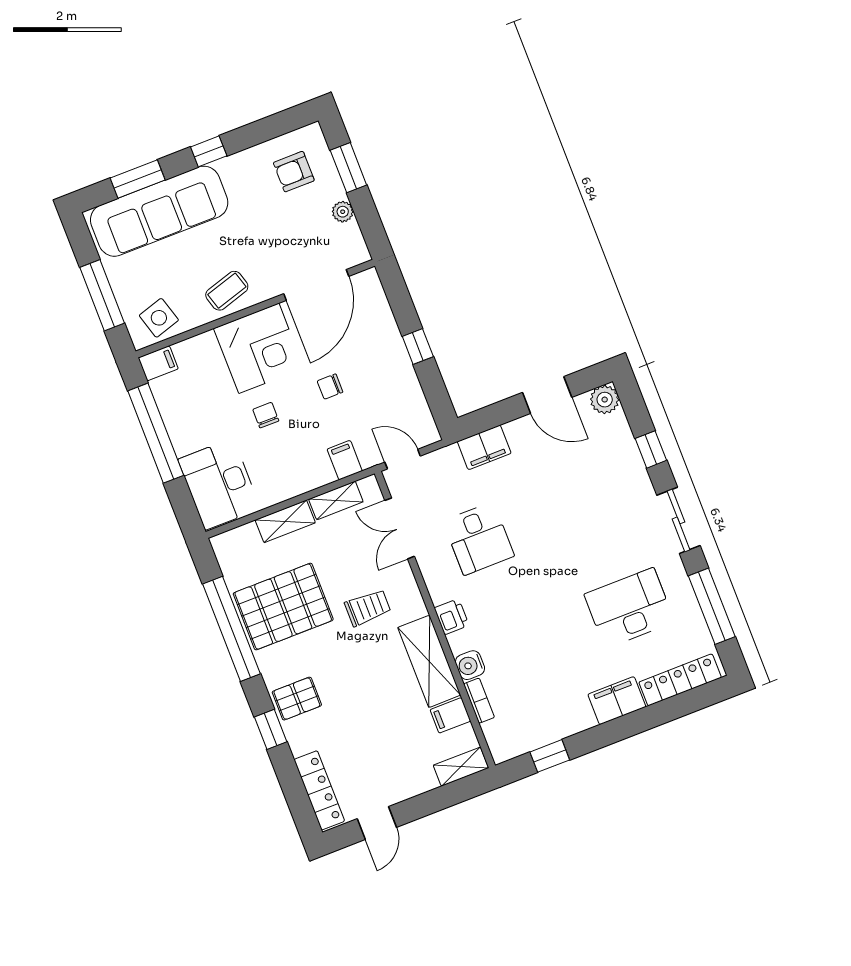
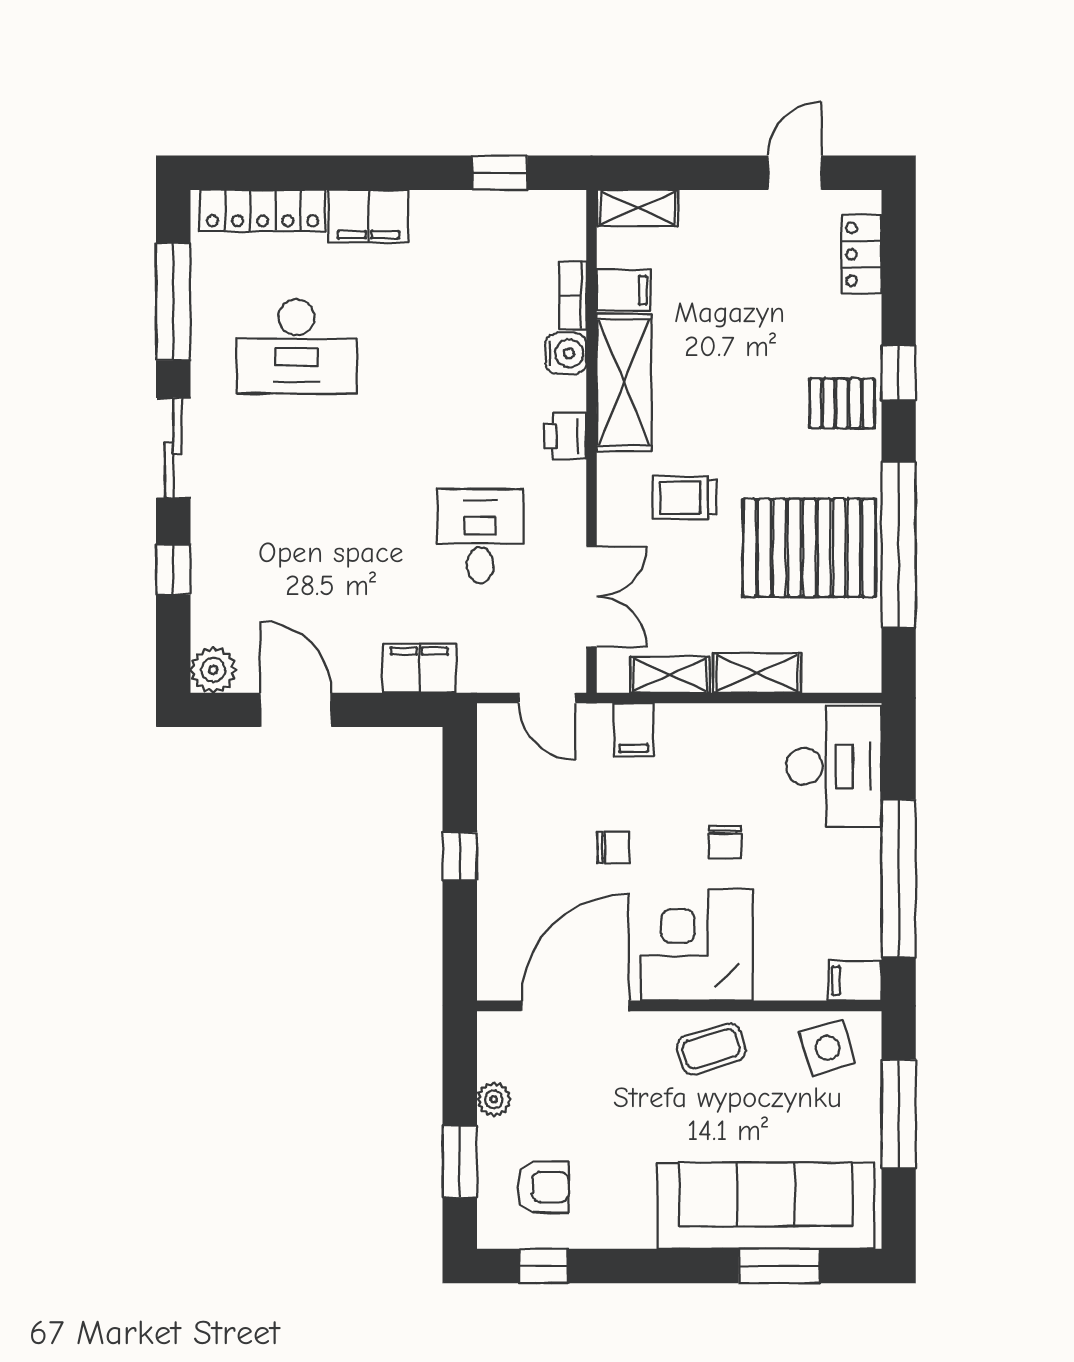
window: (209, 151) -> (544, 1266), moved
locker: (319, 790) -> (861, 254), width x0.66

